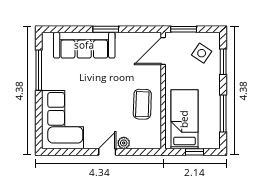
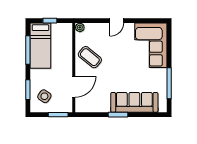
door: (163, 51) -> (74, 87), moved
coffee table: (142, 104) -> (90, 57), turned -53
bed: (184, 119) -> (40, 46), moved
plant: (124, 143) -> (80, 27), moved

